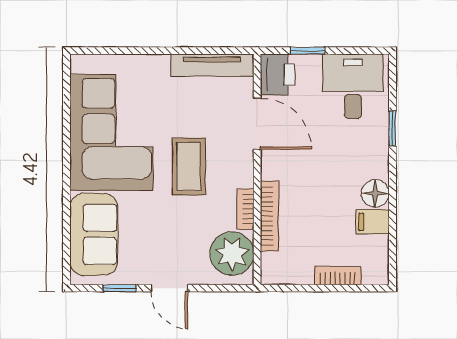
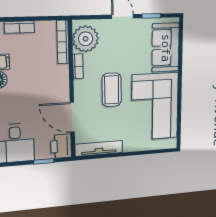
bookcase: (269, 216) -> (63, 42), moved

